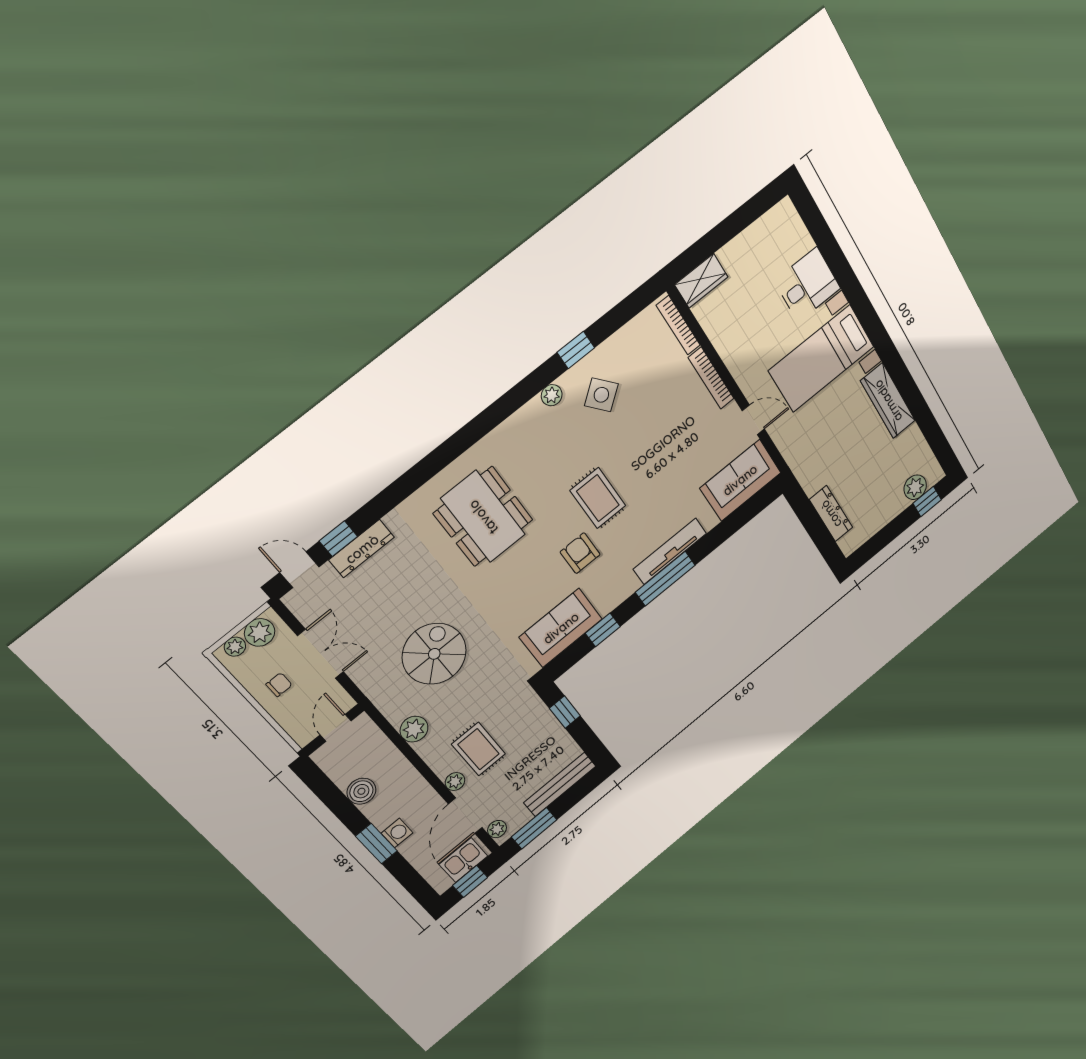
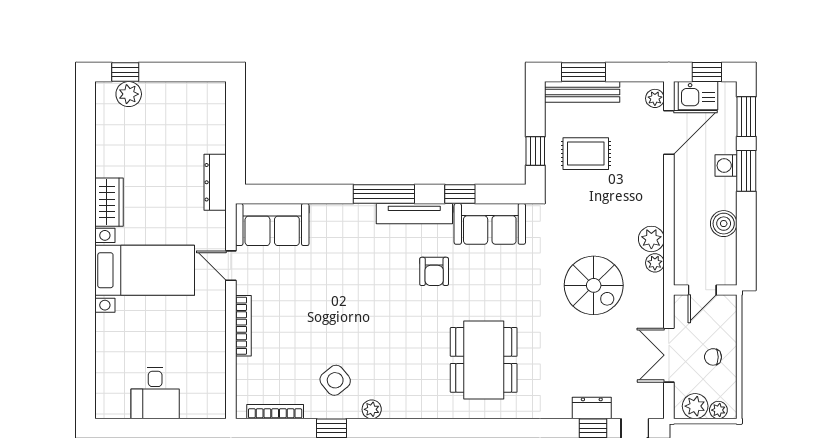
wardrobe: (701, 281) -> (204, 406), removed
desk: (807, 285) -> (155, 393), moved, turned -90
bookcase: (678, 325) -> (275, 412), moved, turned -90
wardrobe: (888, 401) -> (109, 202), width x0.67
rug: (598, 498) -> (391, 304), removed
dresser: (831, 514) -> (215, 182), moved
dresser: (362, 549) -> (592, 408), width x0.70
tv unit: (670, 551) -> (414, 214), moved
spiral stairs: (434, 654) -> (594, 285), turned -90
rug: (479, 749) -> (586, 154), moved, turned 90
plant: (455, 781) -> (655, 263), moved
window: (534, 828) -> (583, 72), moved
window: (411, 880) -> (746, 117), added

